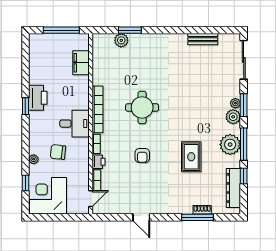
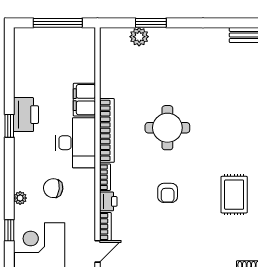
filing cabinet: (81, 63) -> (84, 100), moved
desk: (74, 124) -> (76, 143), width x1.37

